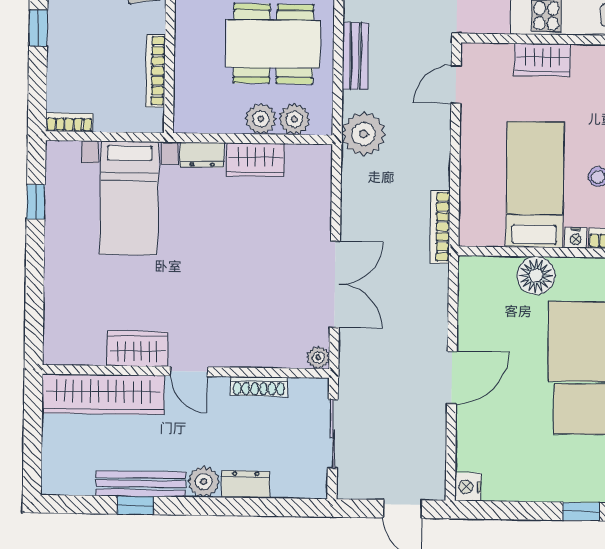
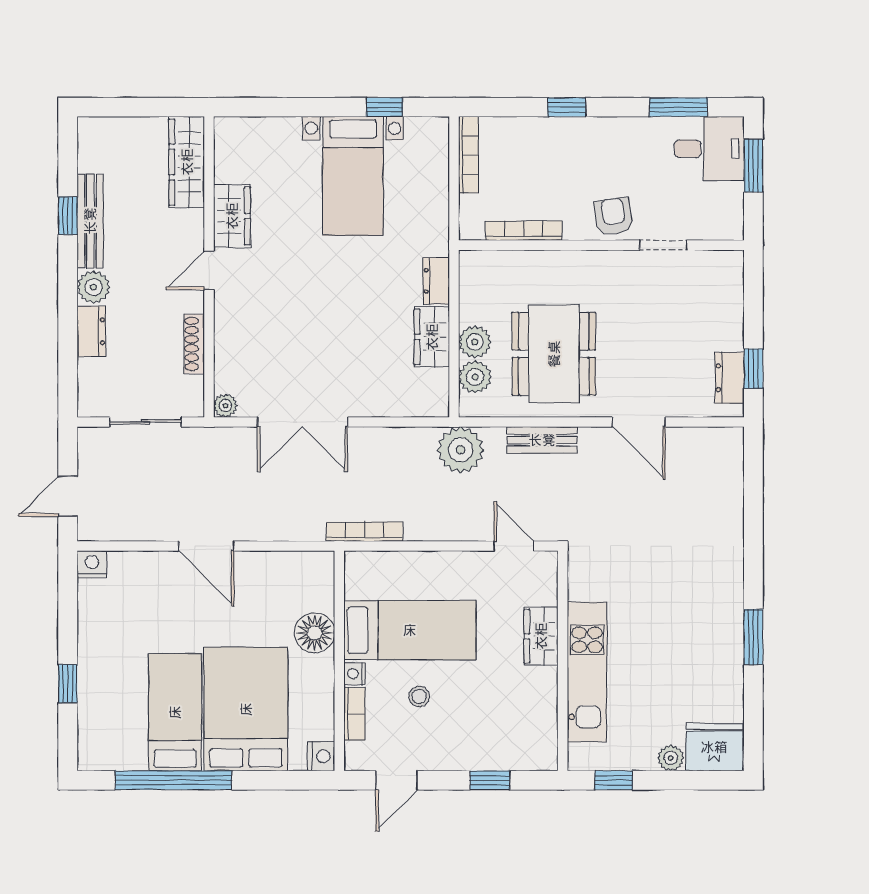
bookcase: (69, 122) -> (469, 155), width x1.56
bed with nightstands: (129, 198) -> (353, 176), moved, turned -90
wardrobe: (103, 394) -> (187, 162), width x0.71, depth x0.85

